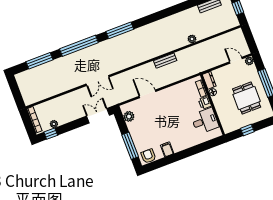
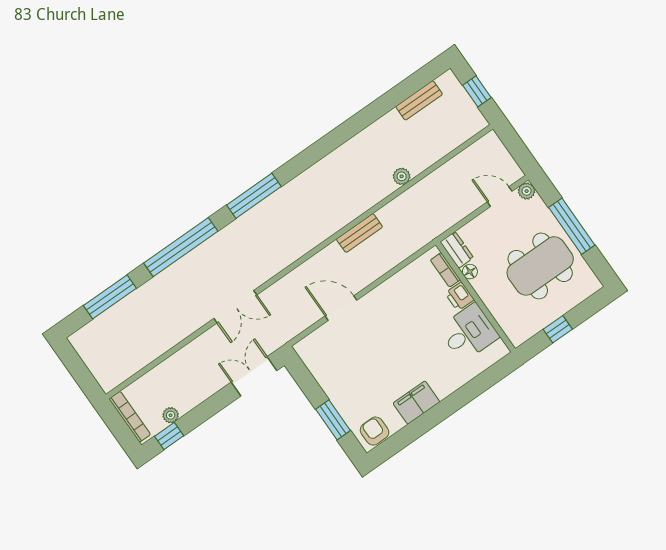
dining table: (247, 98) -> (540, 266), width x1.38
plant: (129, 116) -> (316, 362), removed
window: (130, 146) -> (333, 420), width x0.69
filing cabinet: (167, 149) -> (416, 403), width x2.00

